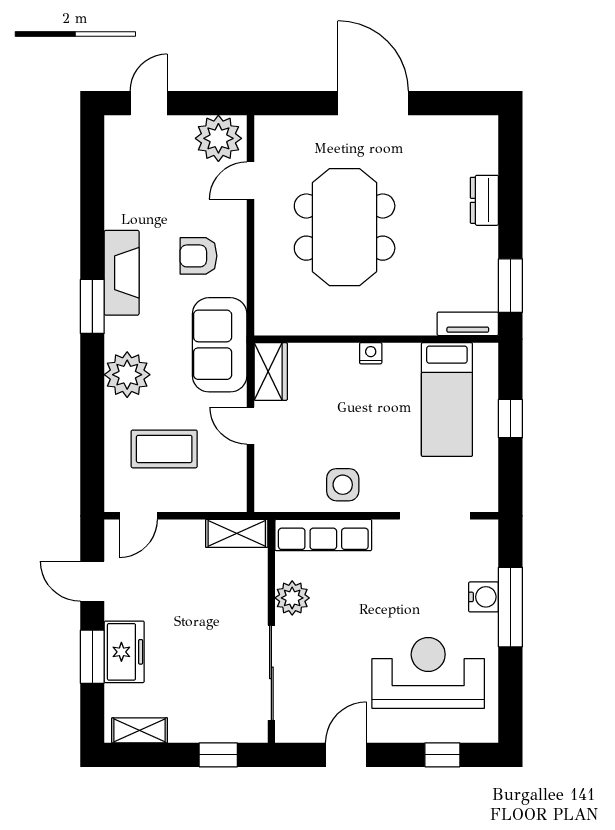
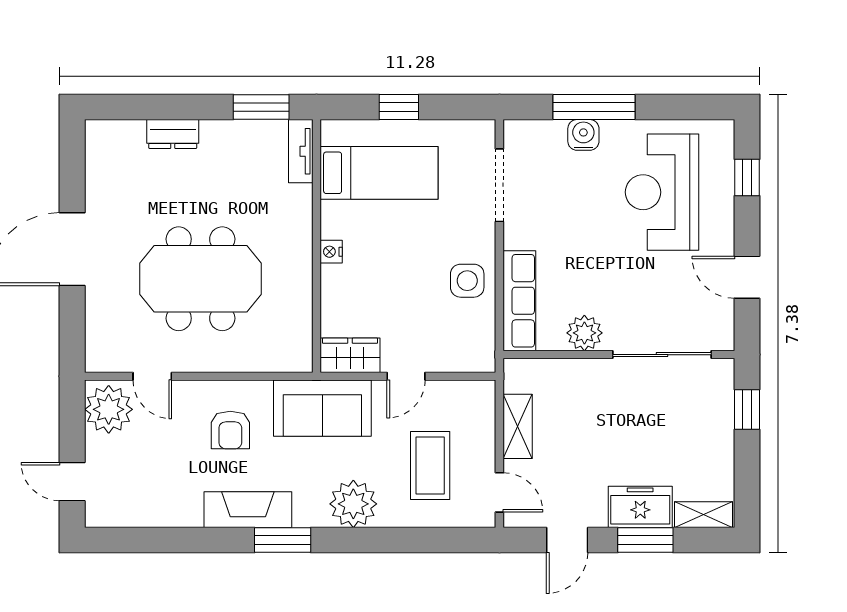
shelving: (237, 533) -> (518, 426), moved
shelving: (140, 730) -> (703, 515), moved, turned 90

